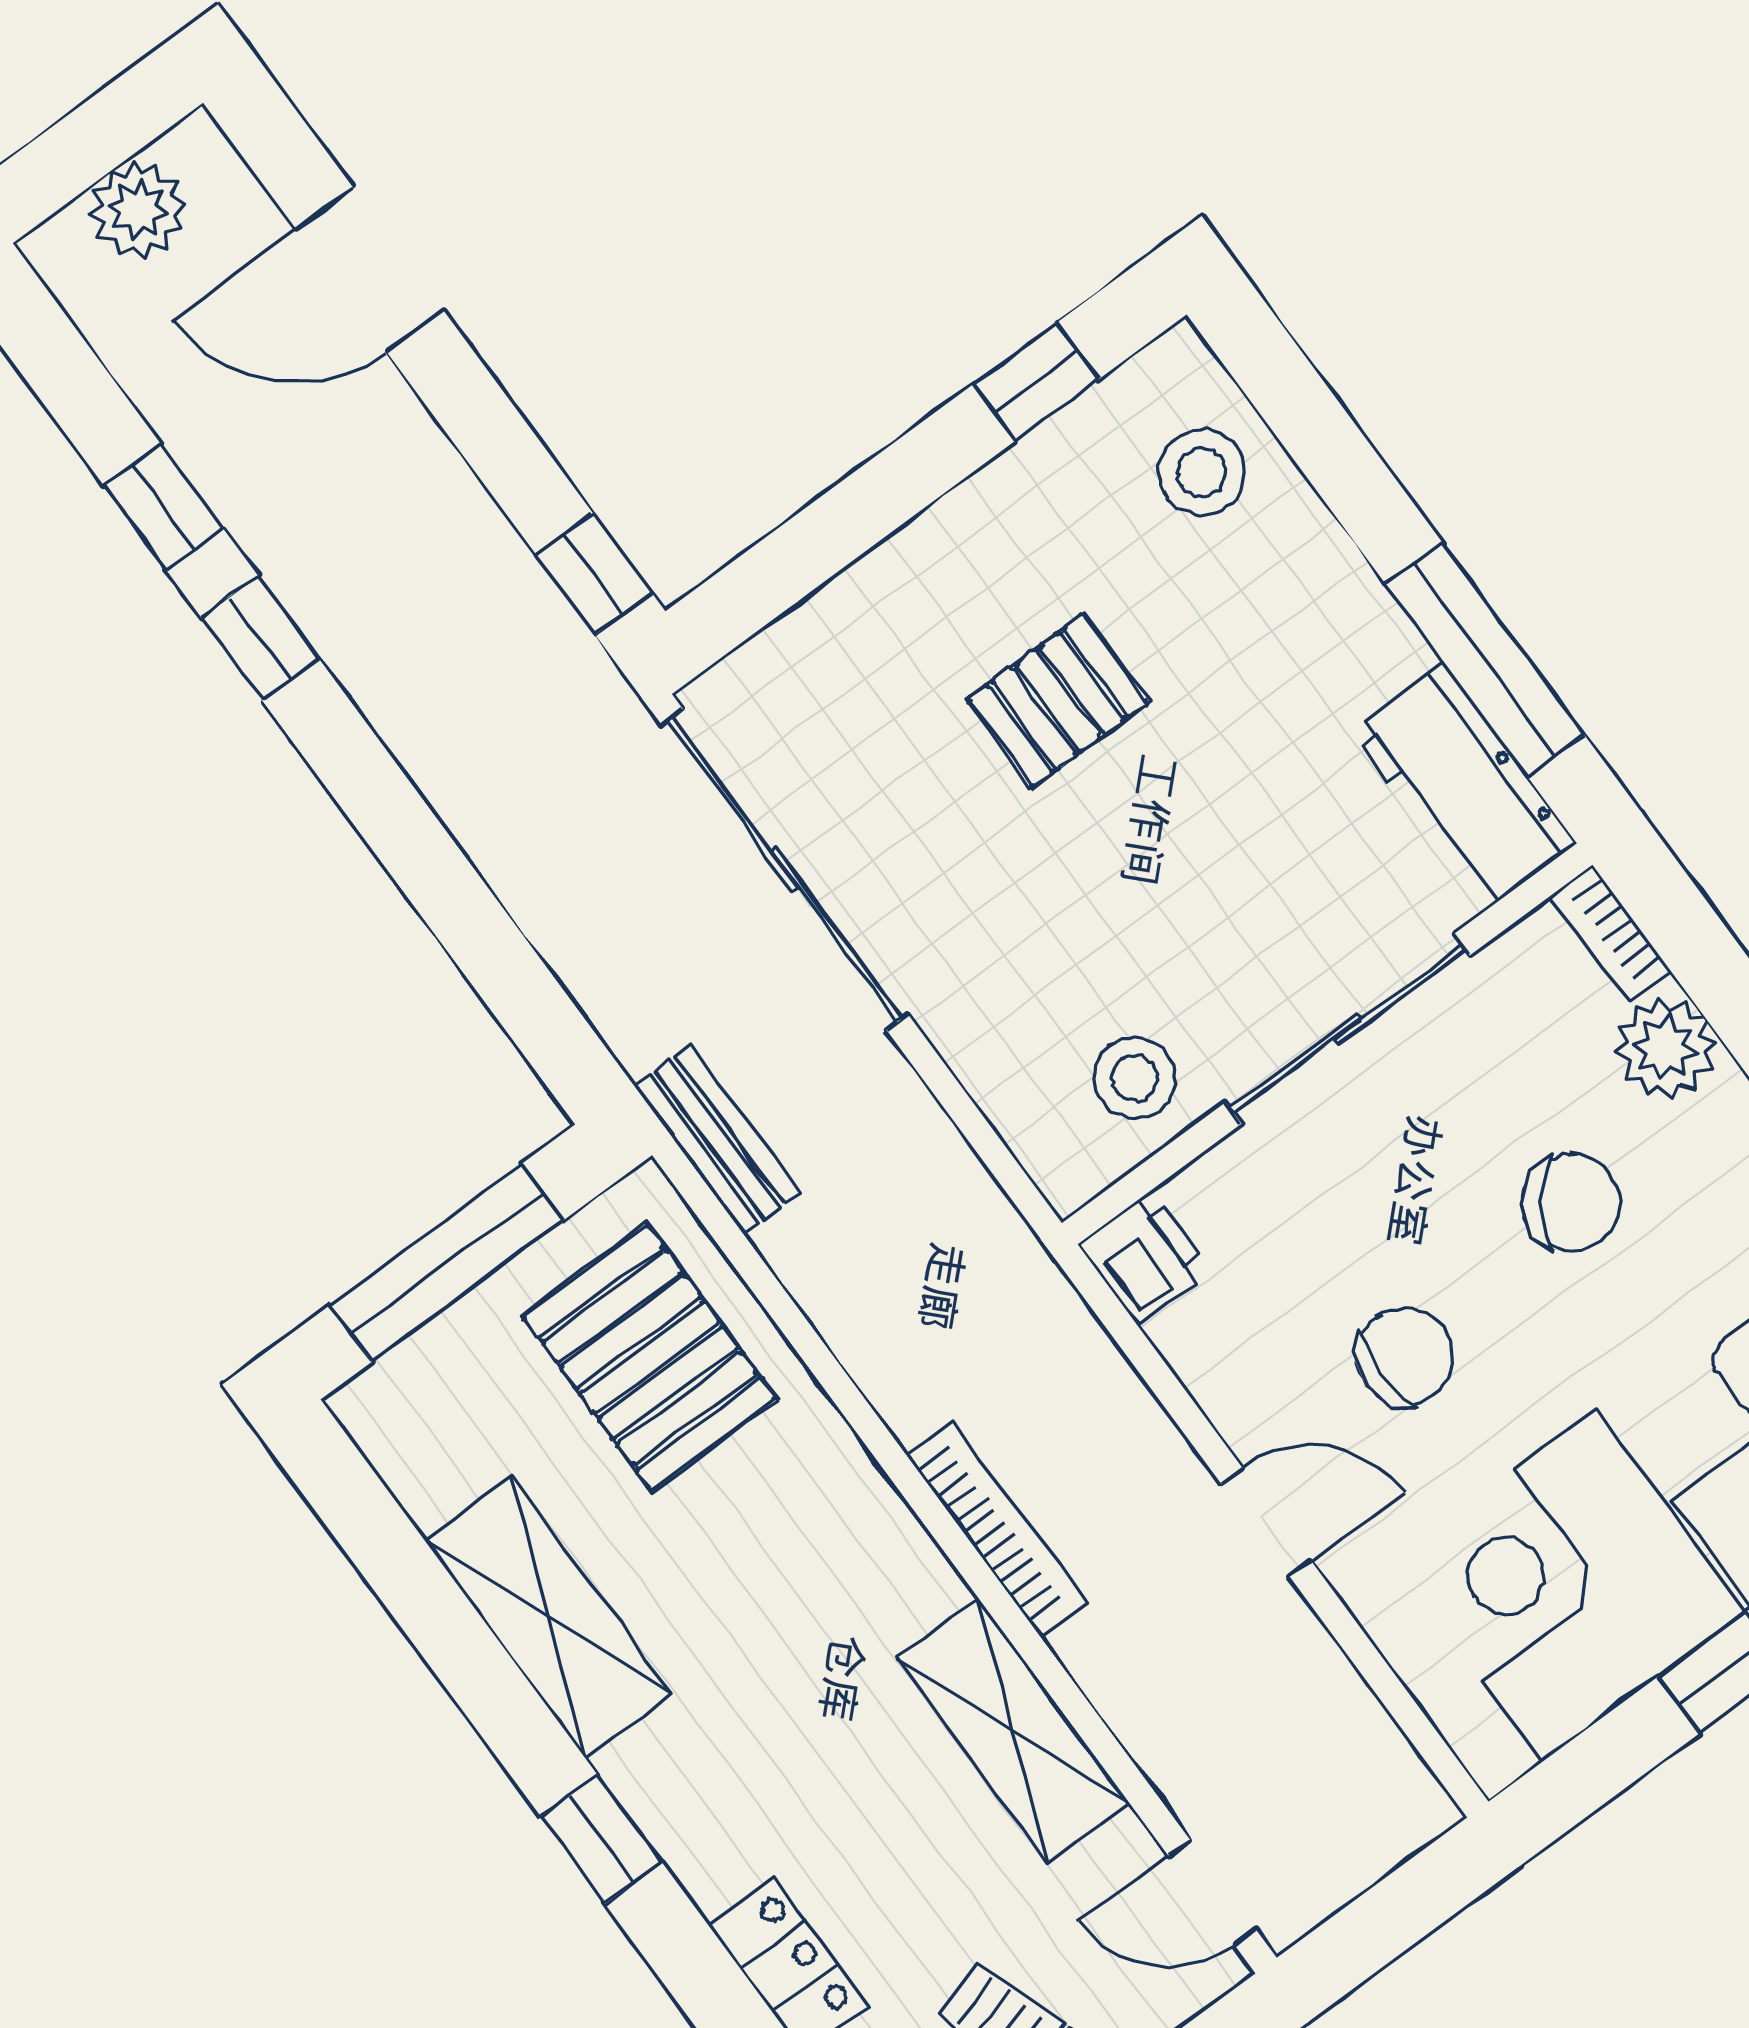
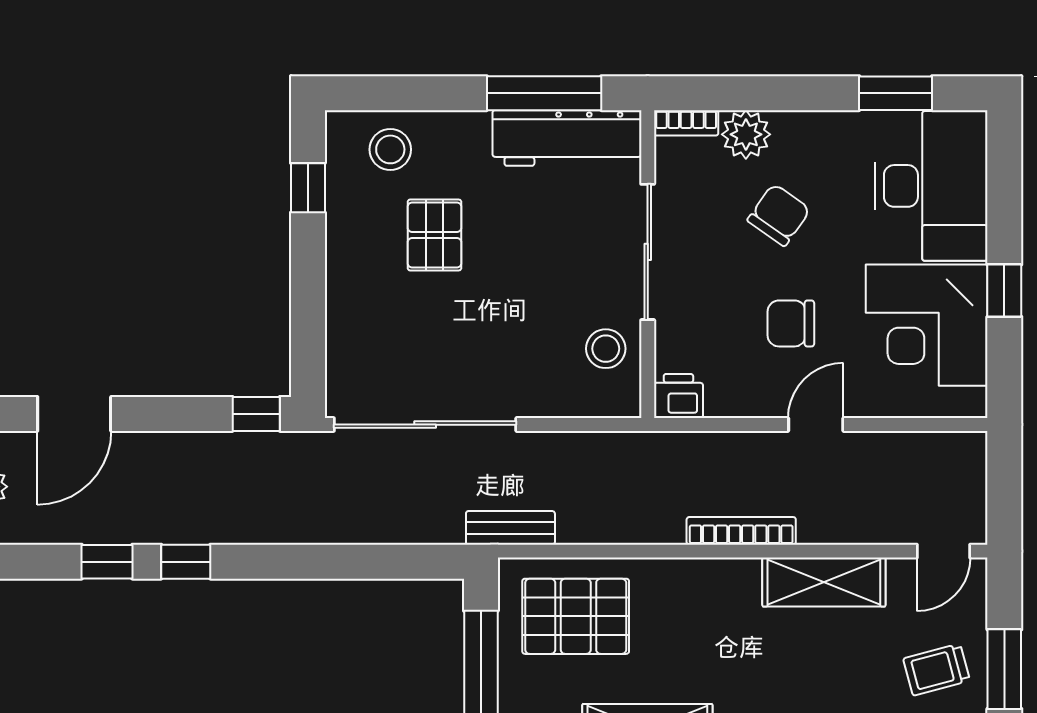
pallet: (1058, 701) -> (435, 235), moved
workbench: (1464, 787) -> (567, 138), width x1.38
chair: (1404, 1356) -> (791, 323), turned -90

